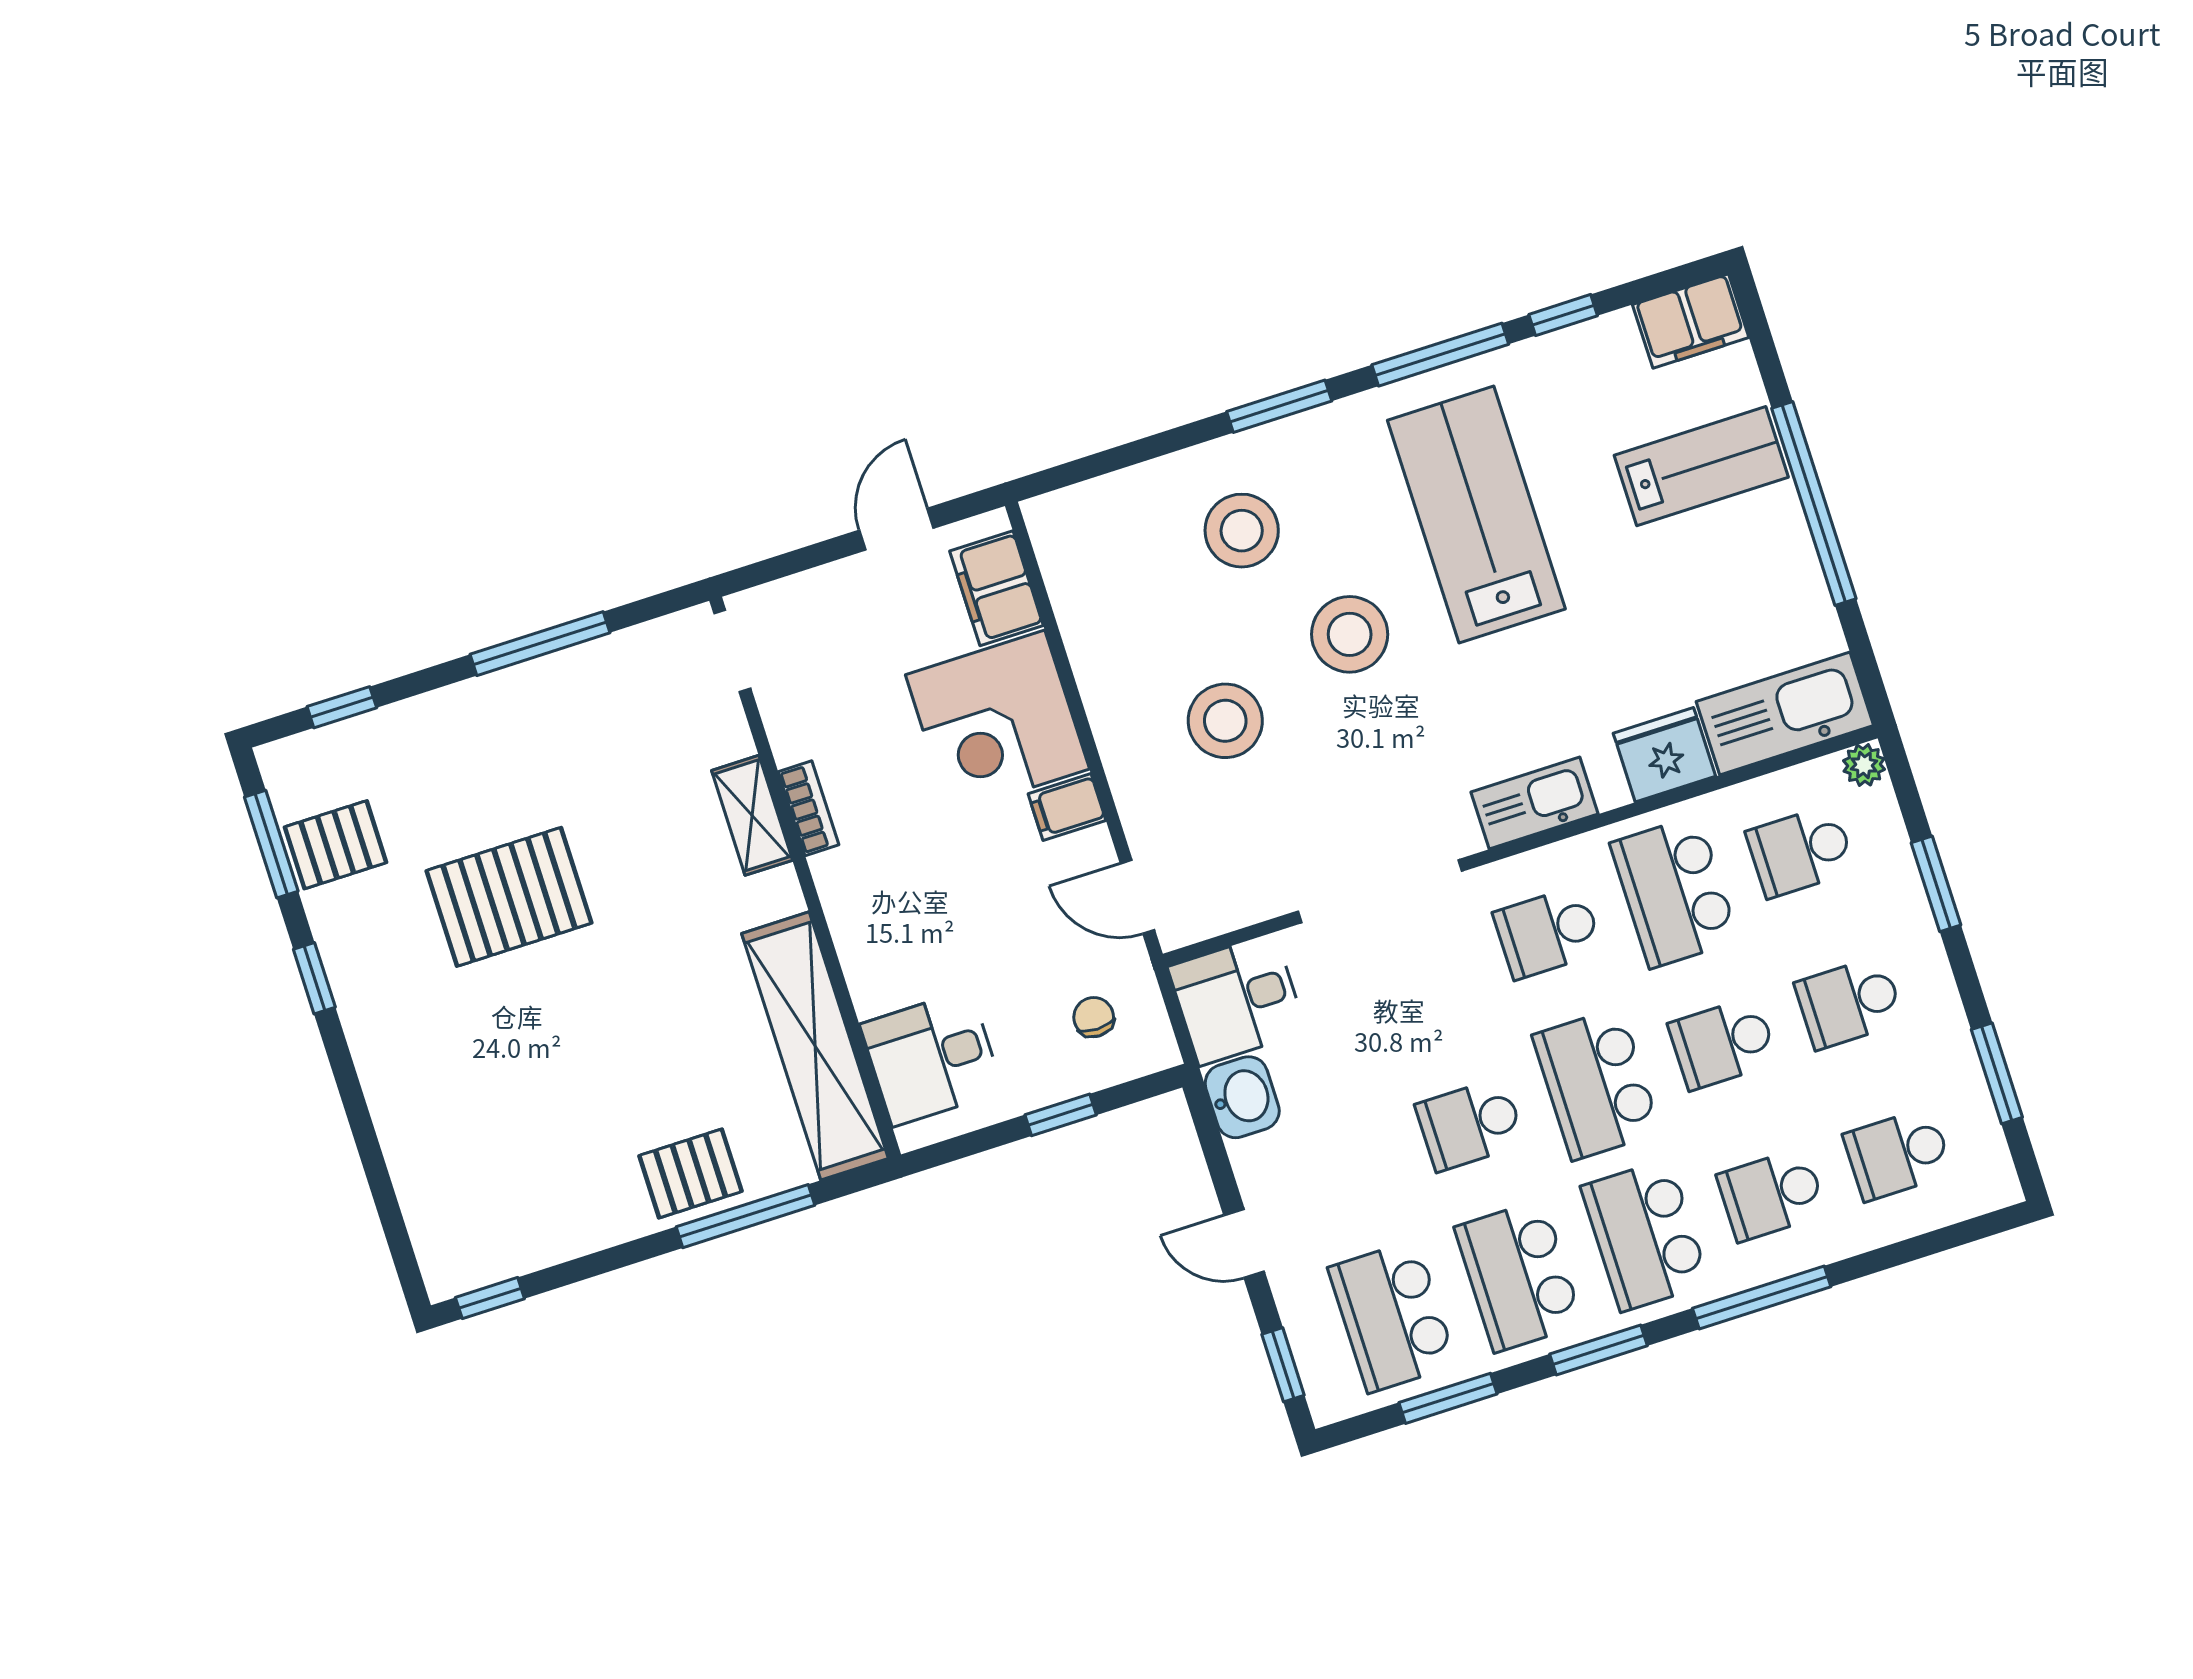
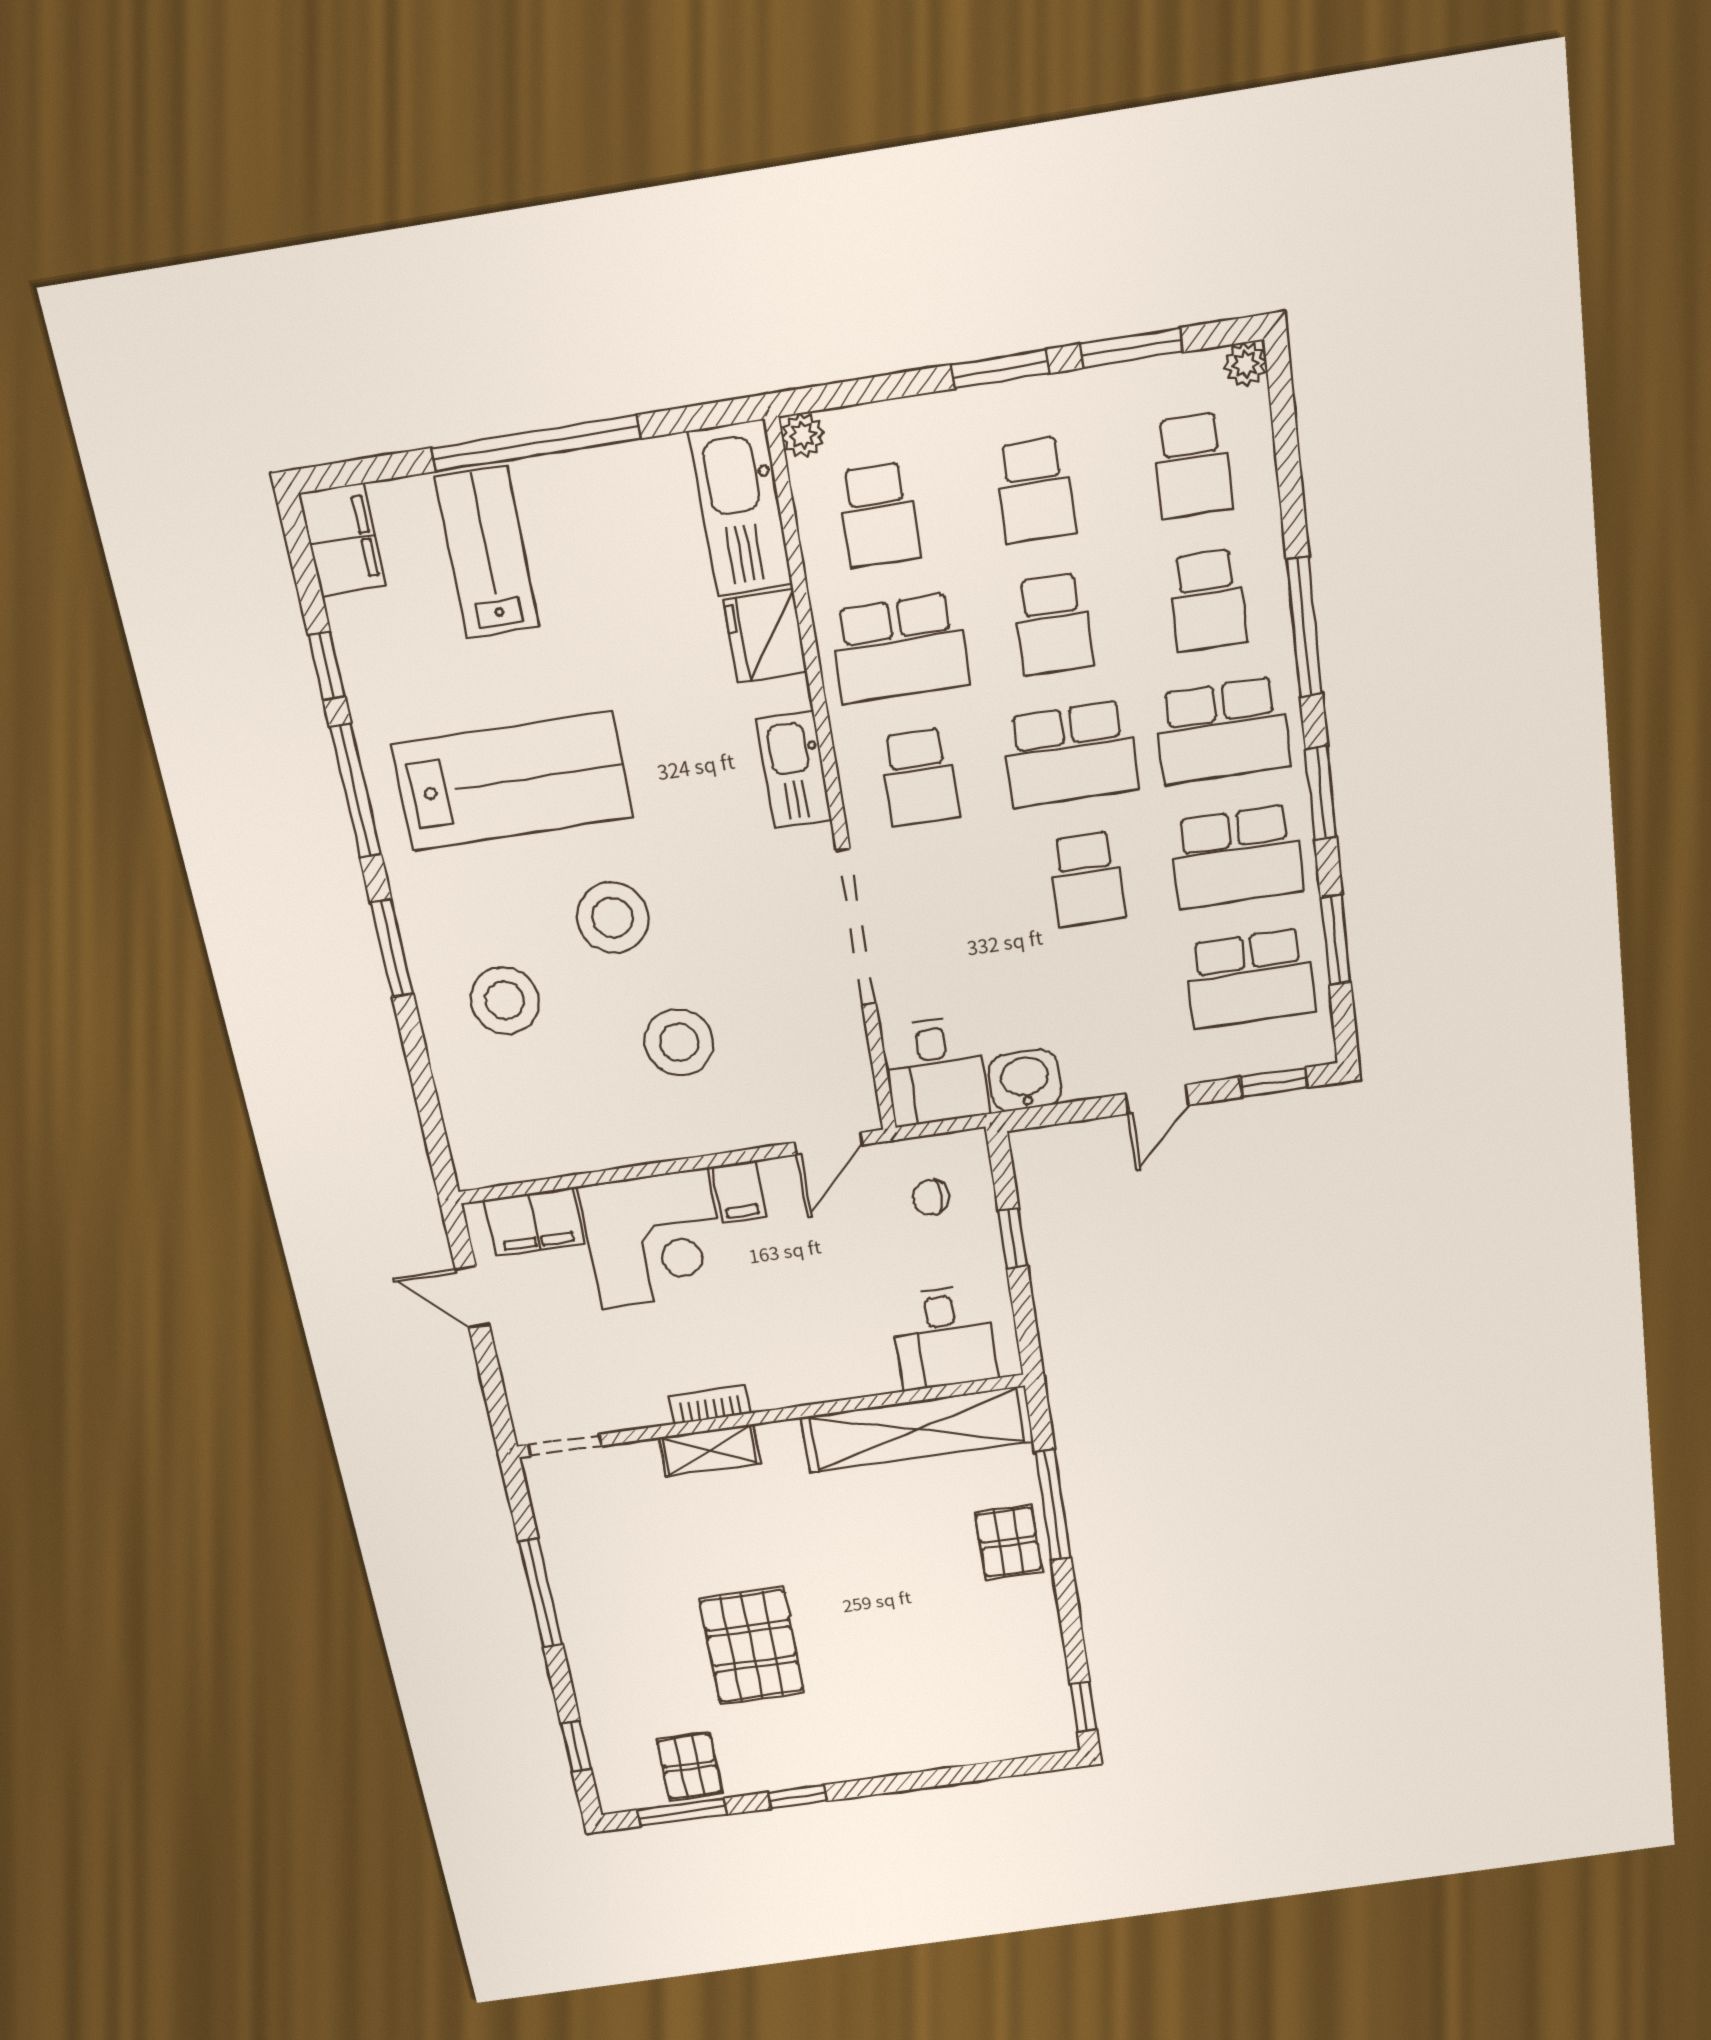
lab bench: (1476, 515) -> (512, 781), turned 180
window: (1936, 884) -> (1000, 369), moved
plant: (2000, 1187) -> (1246, 364), added

